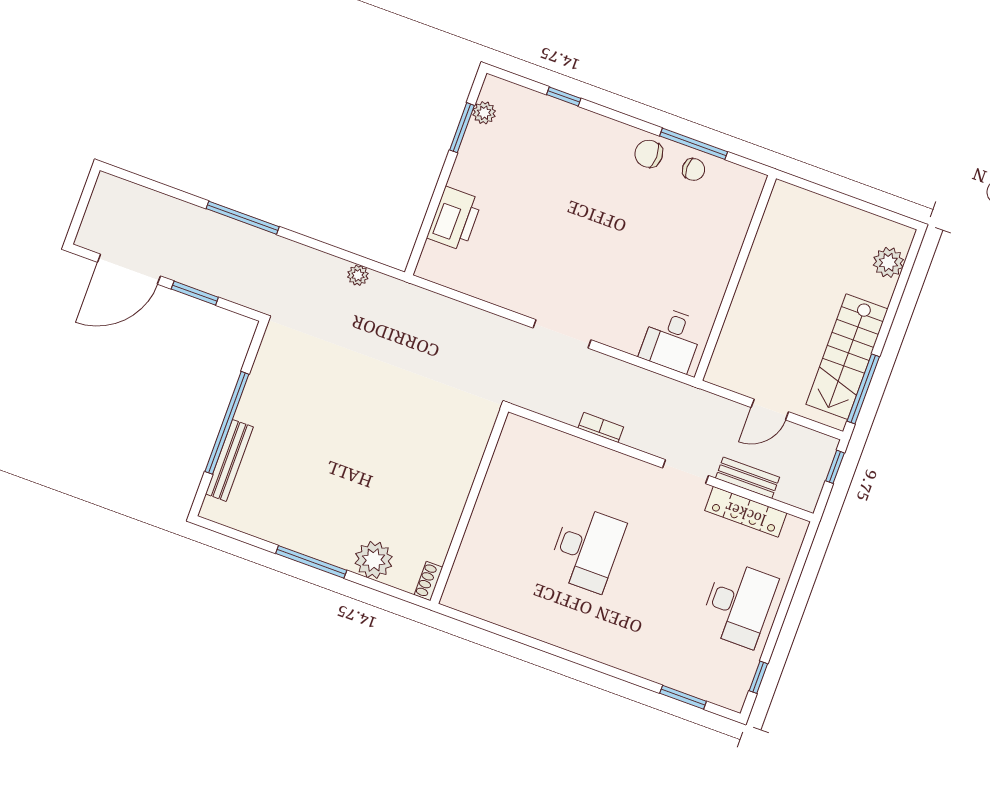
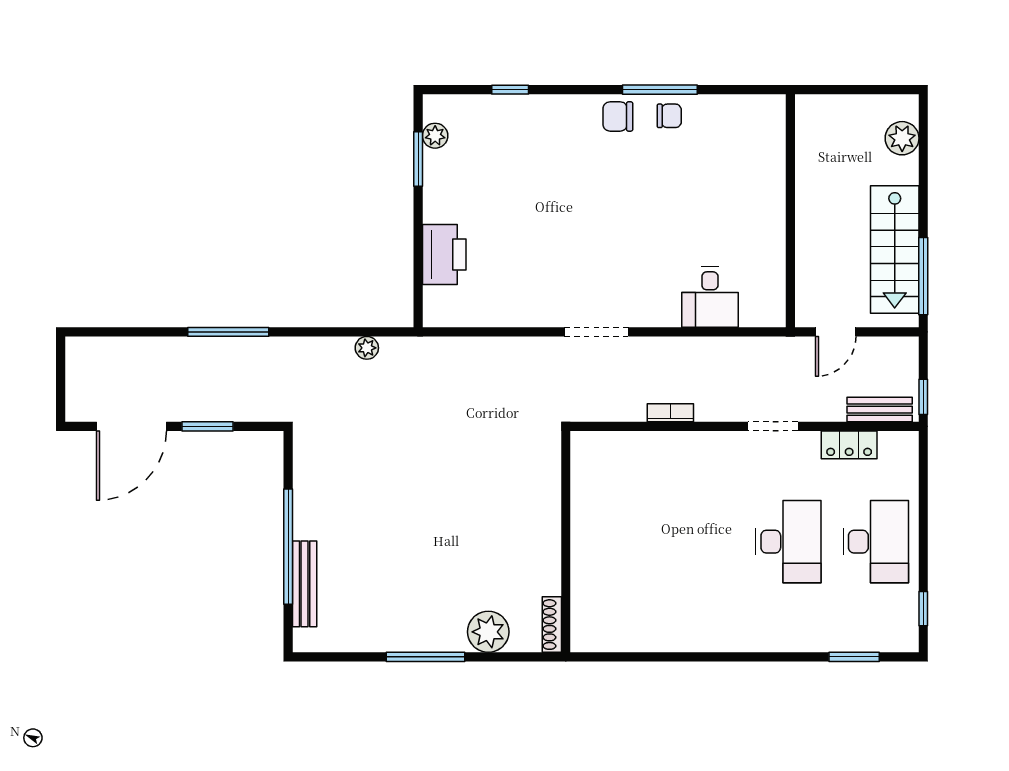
wall: (735, 278) -> (790, 211), moved
window: (835, 467) -> (923, 397), moved
bench: (747, 478) -> (880, 410), moved
locker: (746, 512) -> (849, 445), width x0.66
desk: (586, 549) -> (788, 542), moved
shoe rack: (428, 581) -> (552, 625), width x1.43

